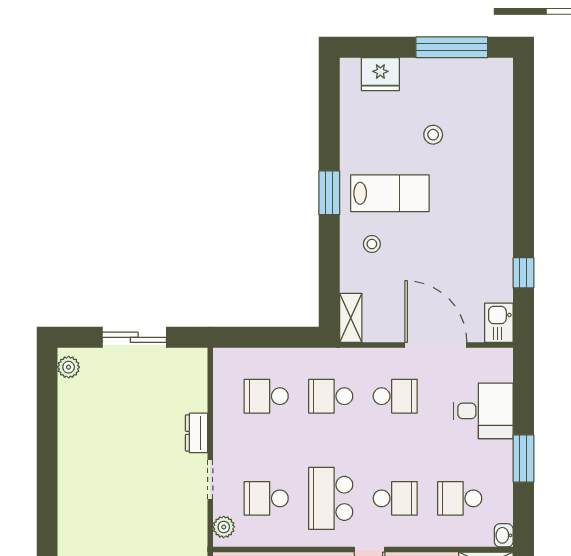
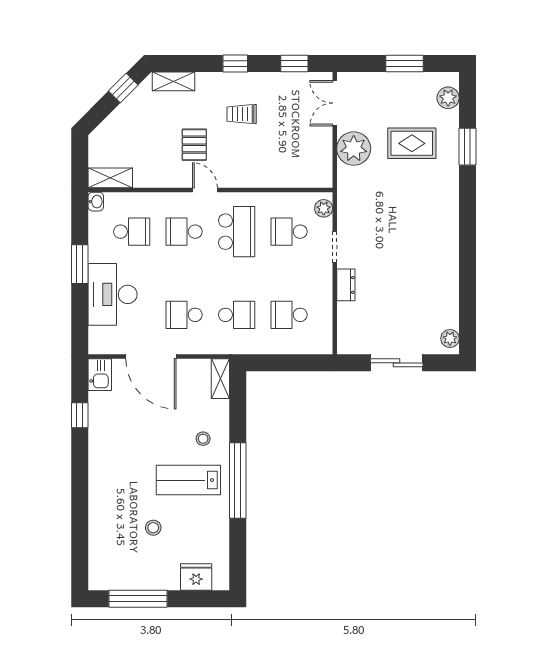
window: (329, 193) -> (238, 480), width x2.11
school desk: (266, 396) -> (289, 315), turned 180
desk: (483, 411) -> (113, 294), width x1.37
school desk: (266, 498) -> (289, 232), turned 180

